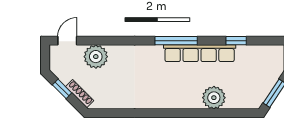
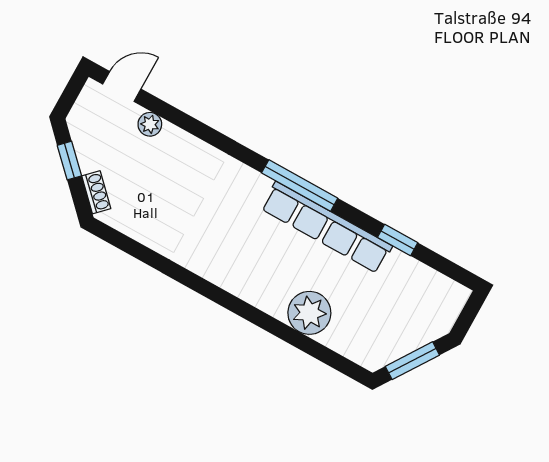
plant: (96, 57) -> (150, 124), width x0.53, depth x0.53
shoe rack: (80, 94) -> (96, 192), width x0.70

